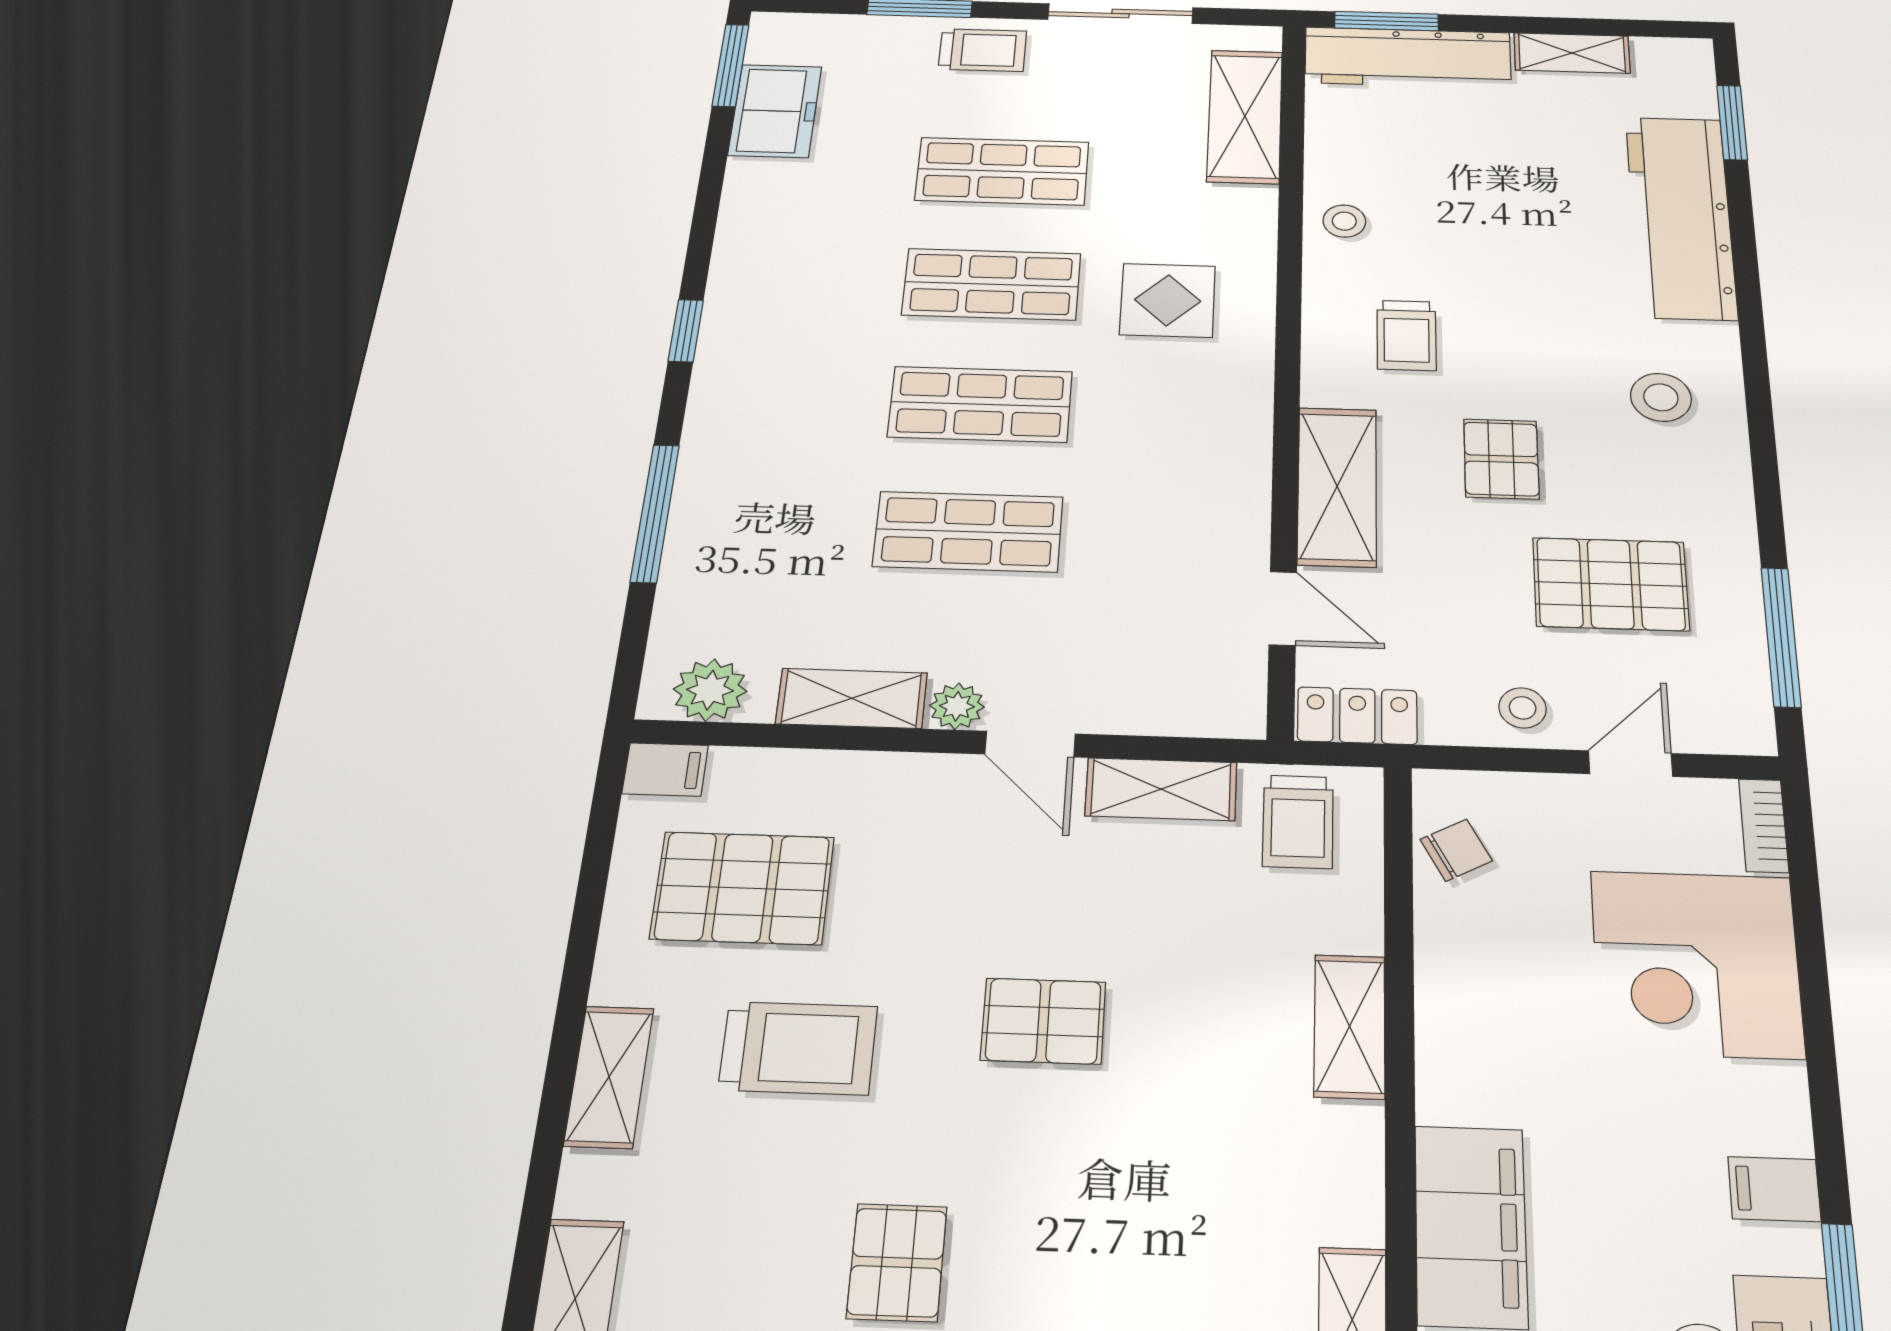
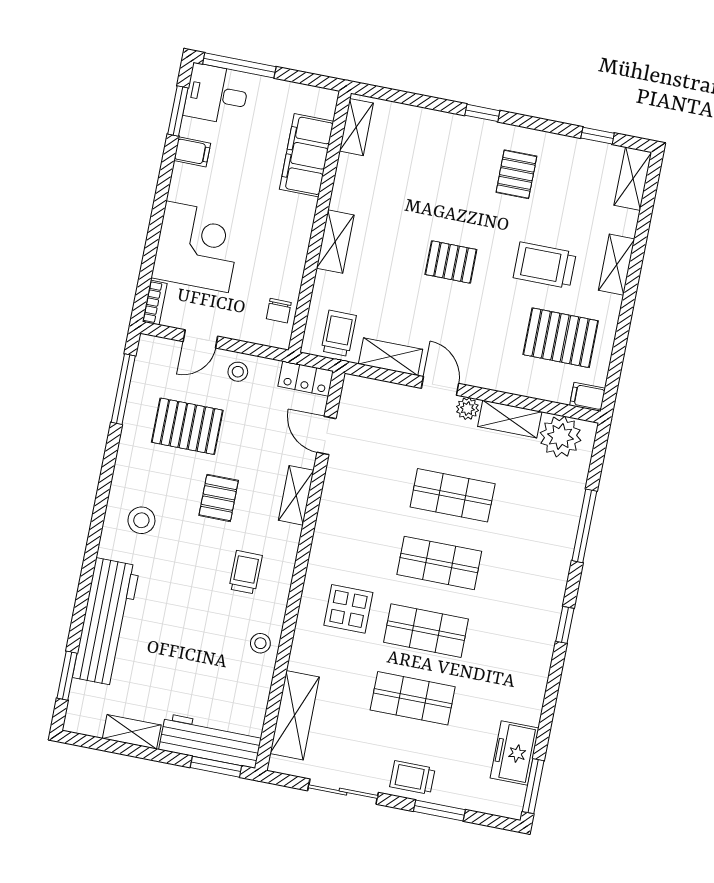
shelving: (1337, 486) -> (296, 495), width x0.67, depth x0.75
plant: (710, 690) -> (561, 437), width x1.36, depth x1.36
chair: (1456, 850) -> (279, 311), turned -62

